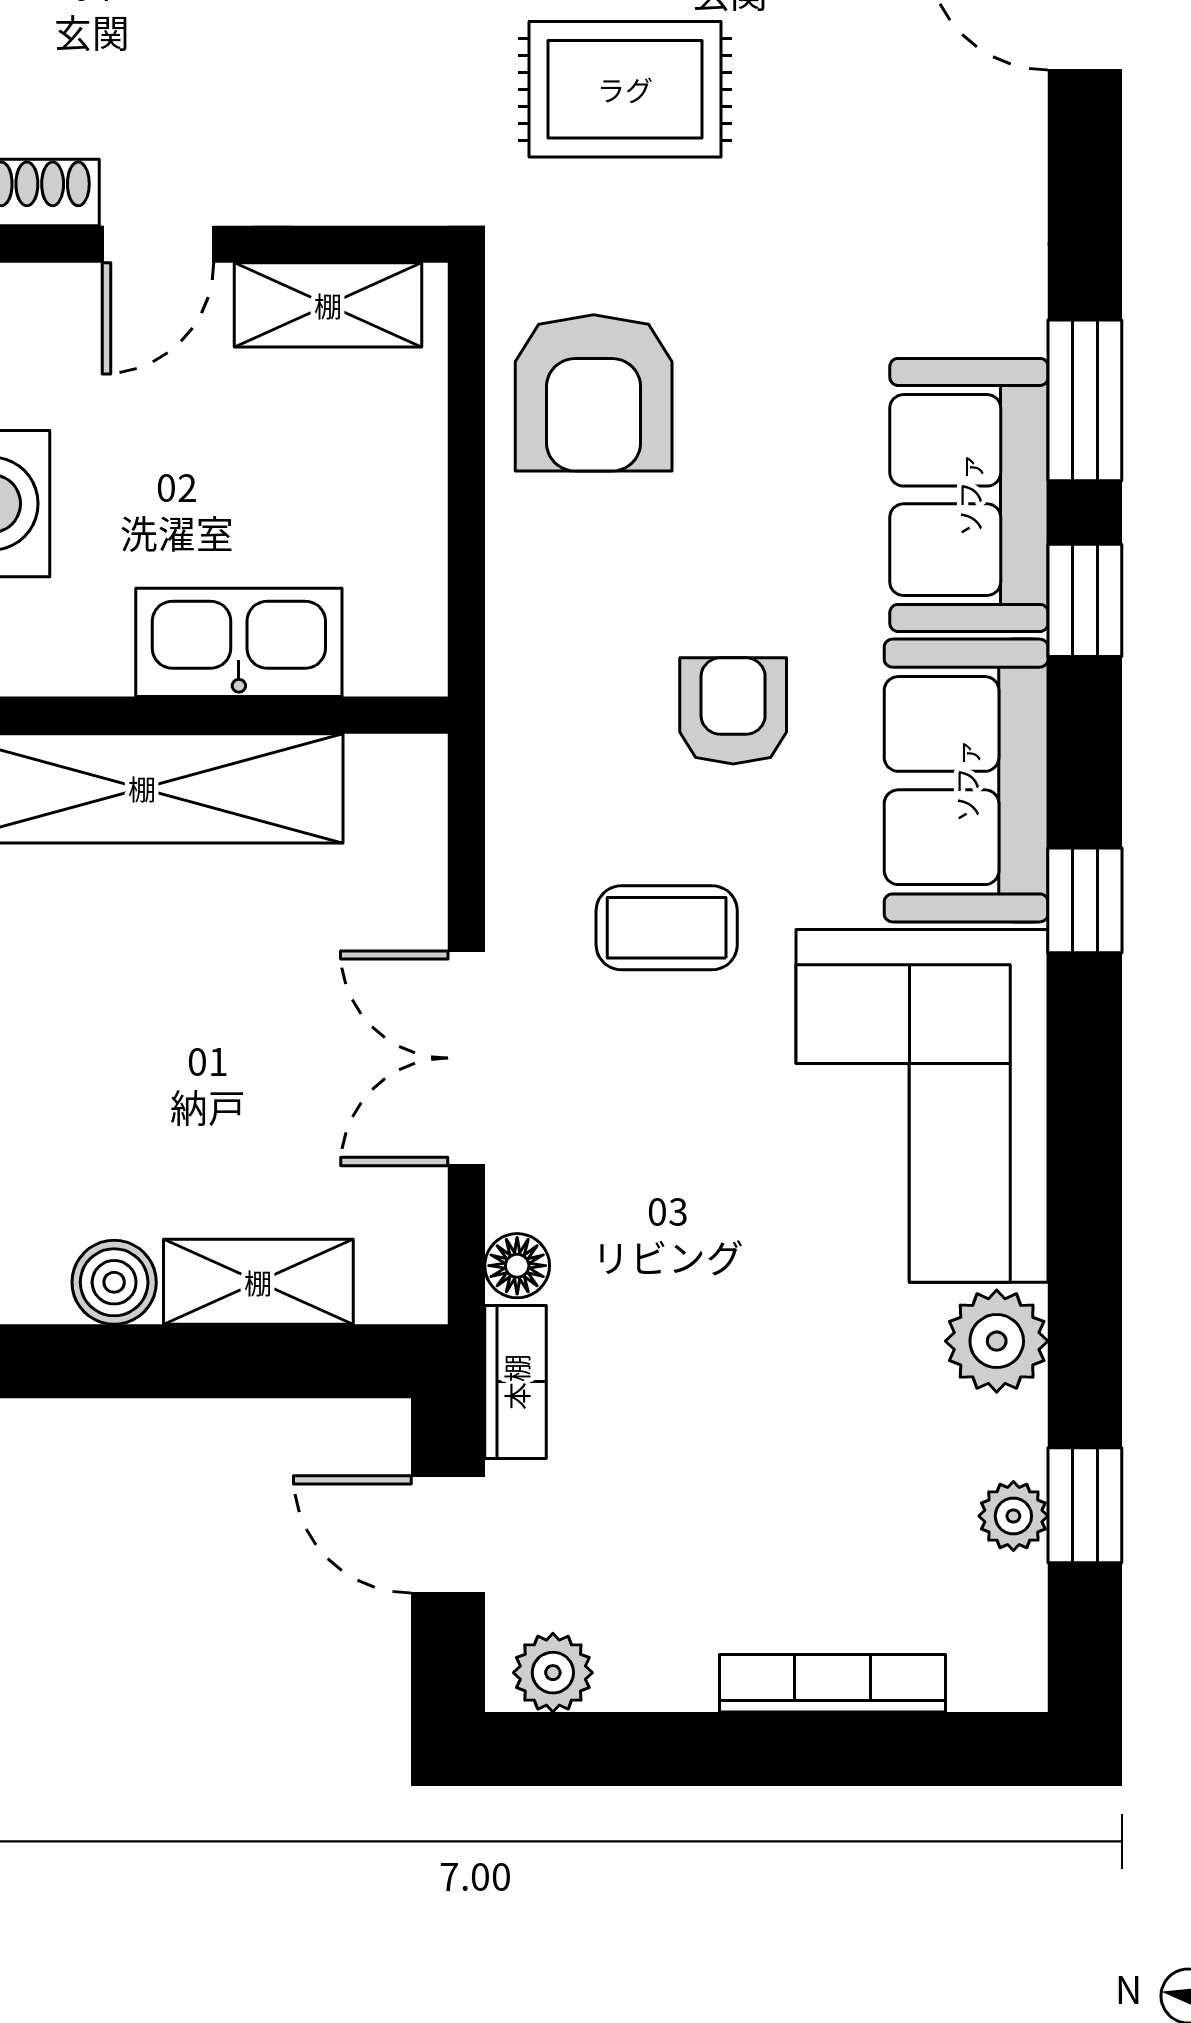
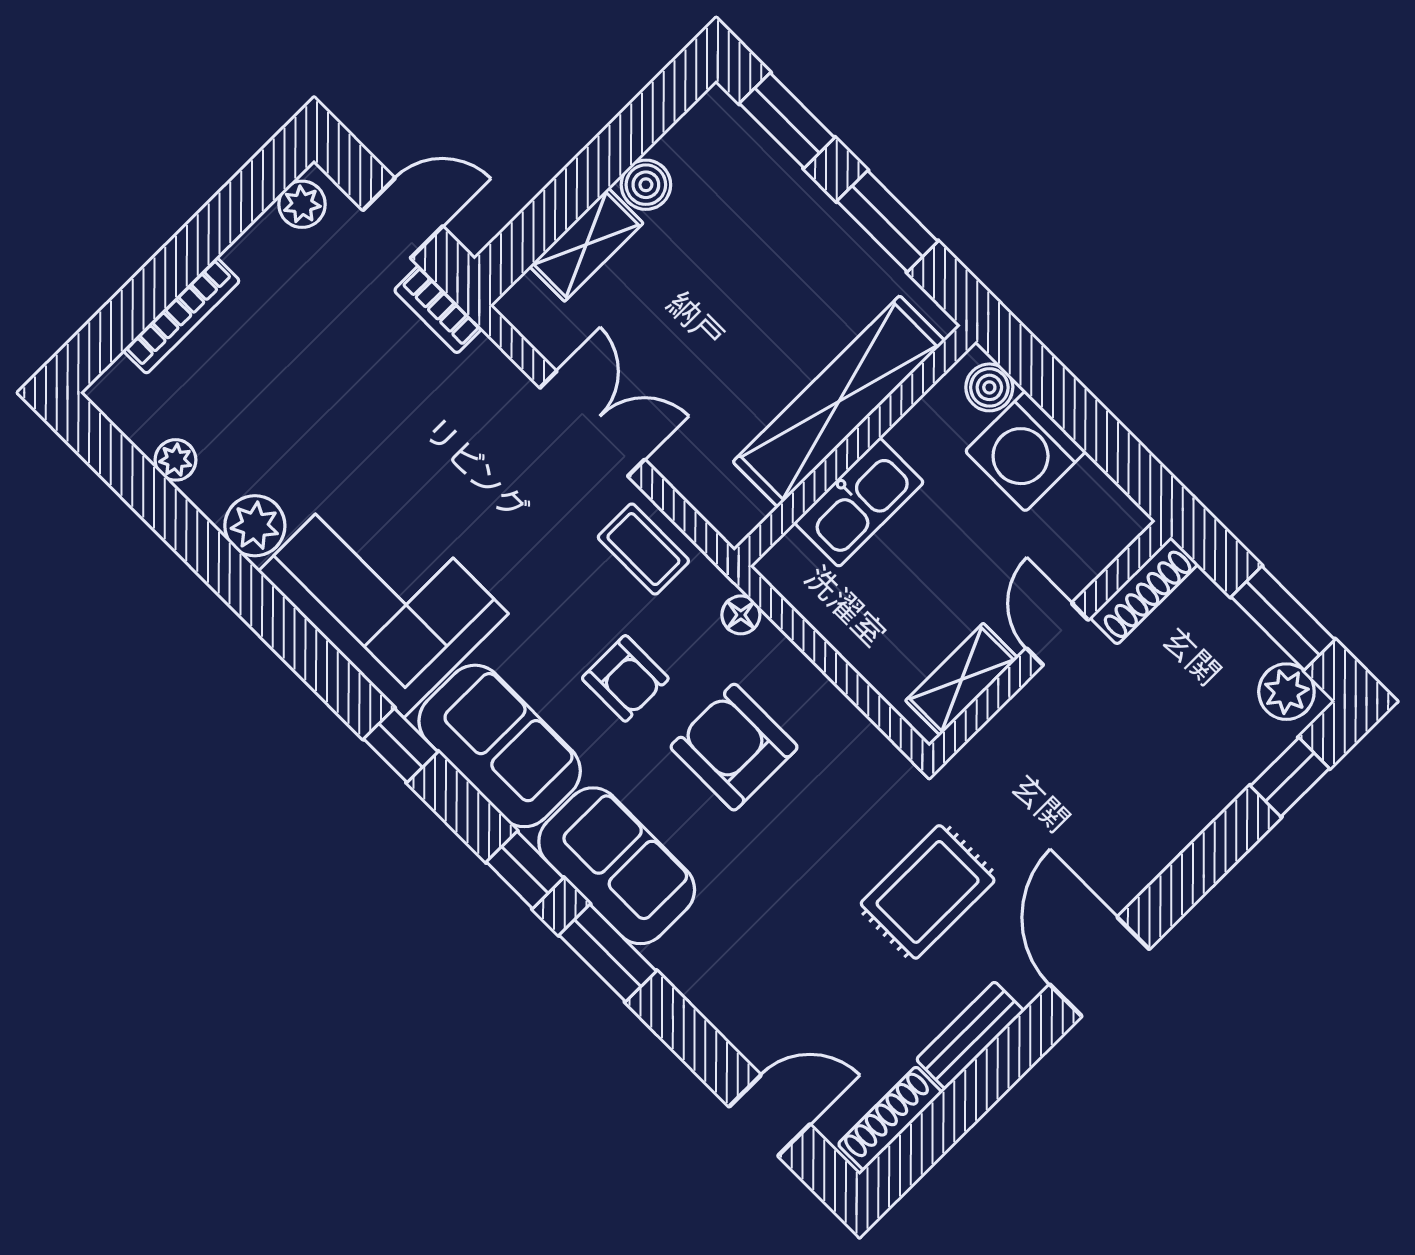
armchair: (594, 393) -> (734, 747), moved
coffee table: (667, 928) -> (643, 549), moved, turned 90
floor lamp: (517, 1266) -> (741, 615), moved
window: (1085, 1505) -> (150, 494), removed

